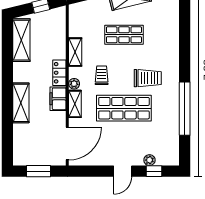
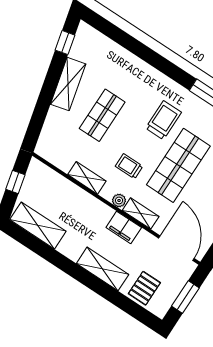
locker: (59, 73) -> (98, 208), removed
pallet: (26, 140) -> (144, 288), added

